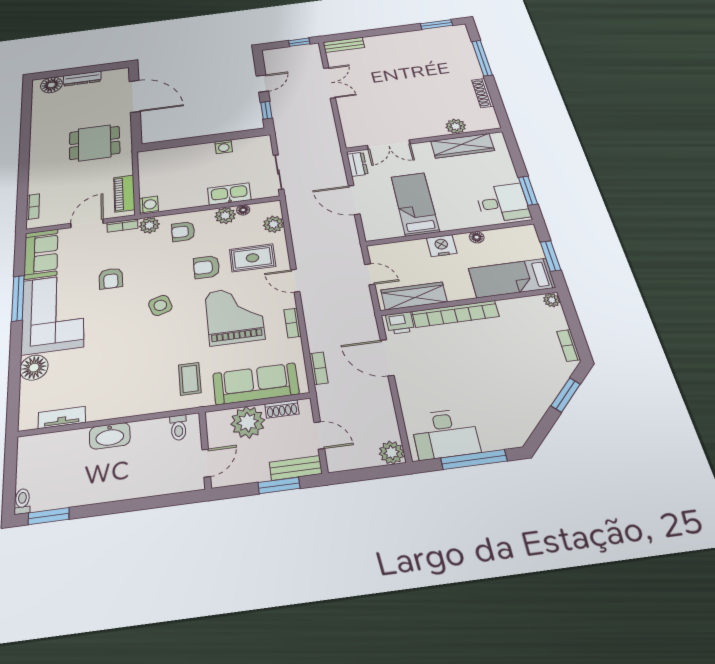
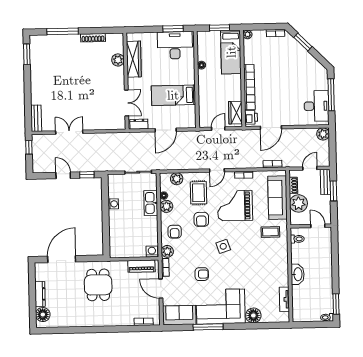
desk: (503, 203) -> (175, 45), width x1.37
nightstand: (442, 246) -> (205, 86), removed
wardrobe: (414, 296) -> (235, 113), width x0.67

